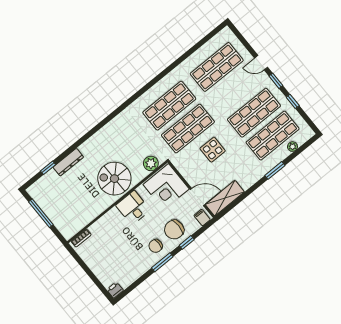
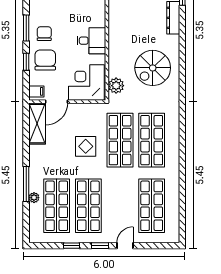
plant: (292, 147) -> (34, 198), moved
window: (275, 170) -> (26, 184), width x1.44
spiral stairs: (114, 179) -> (153, 68), moved, turned 180

